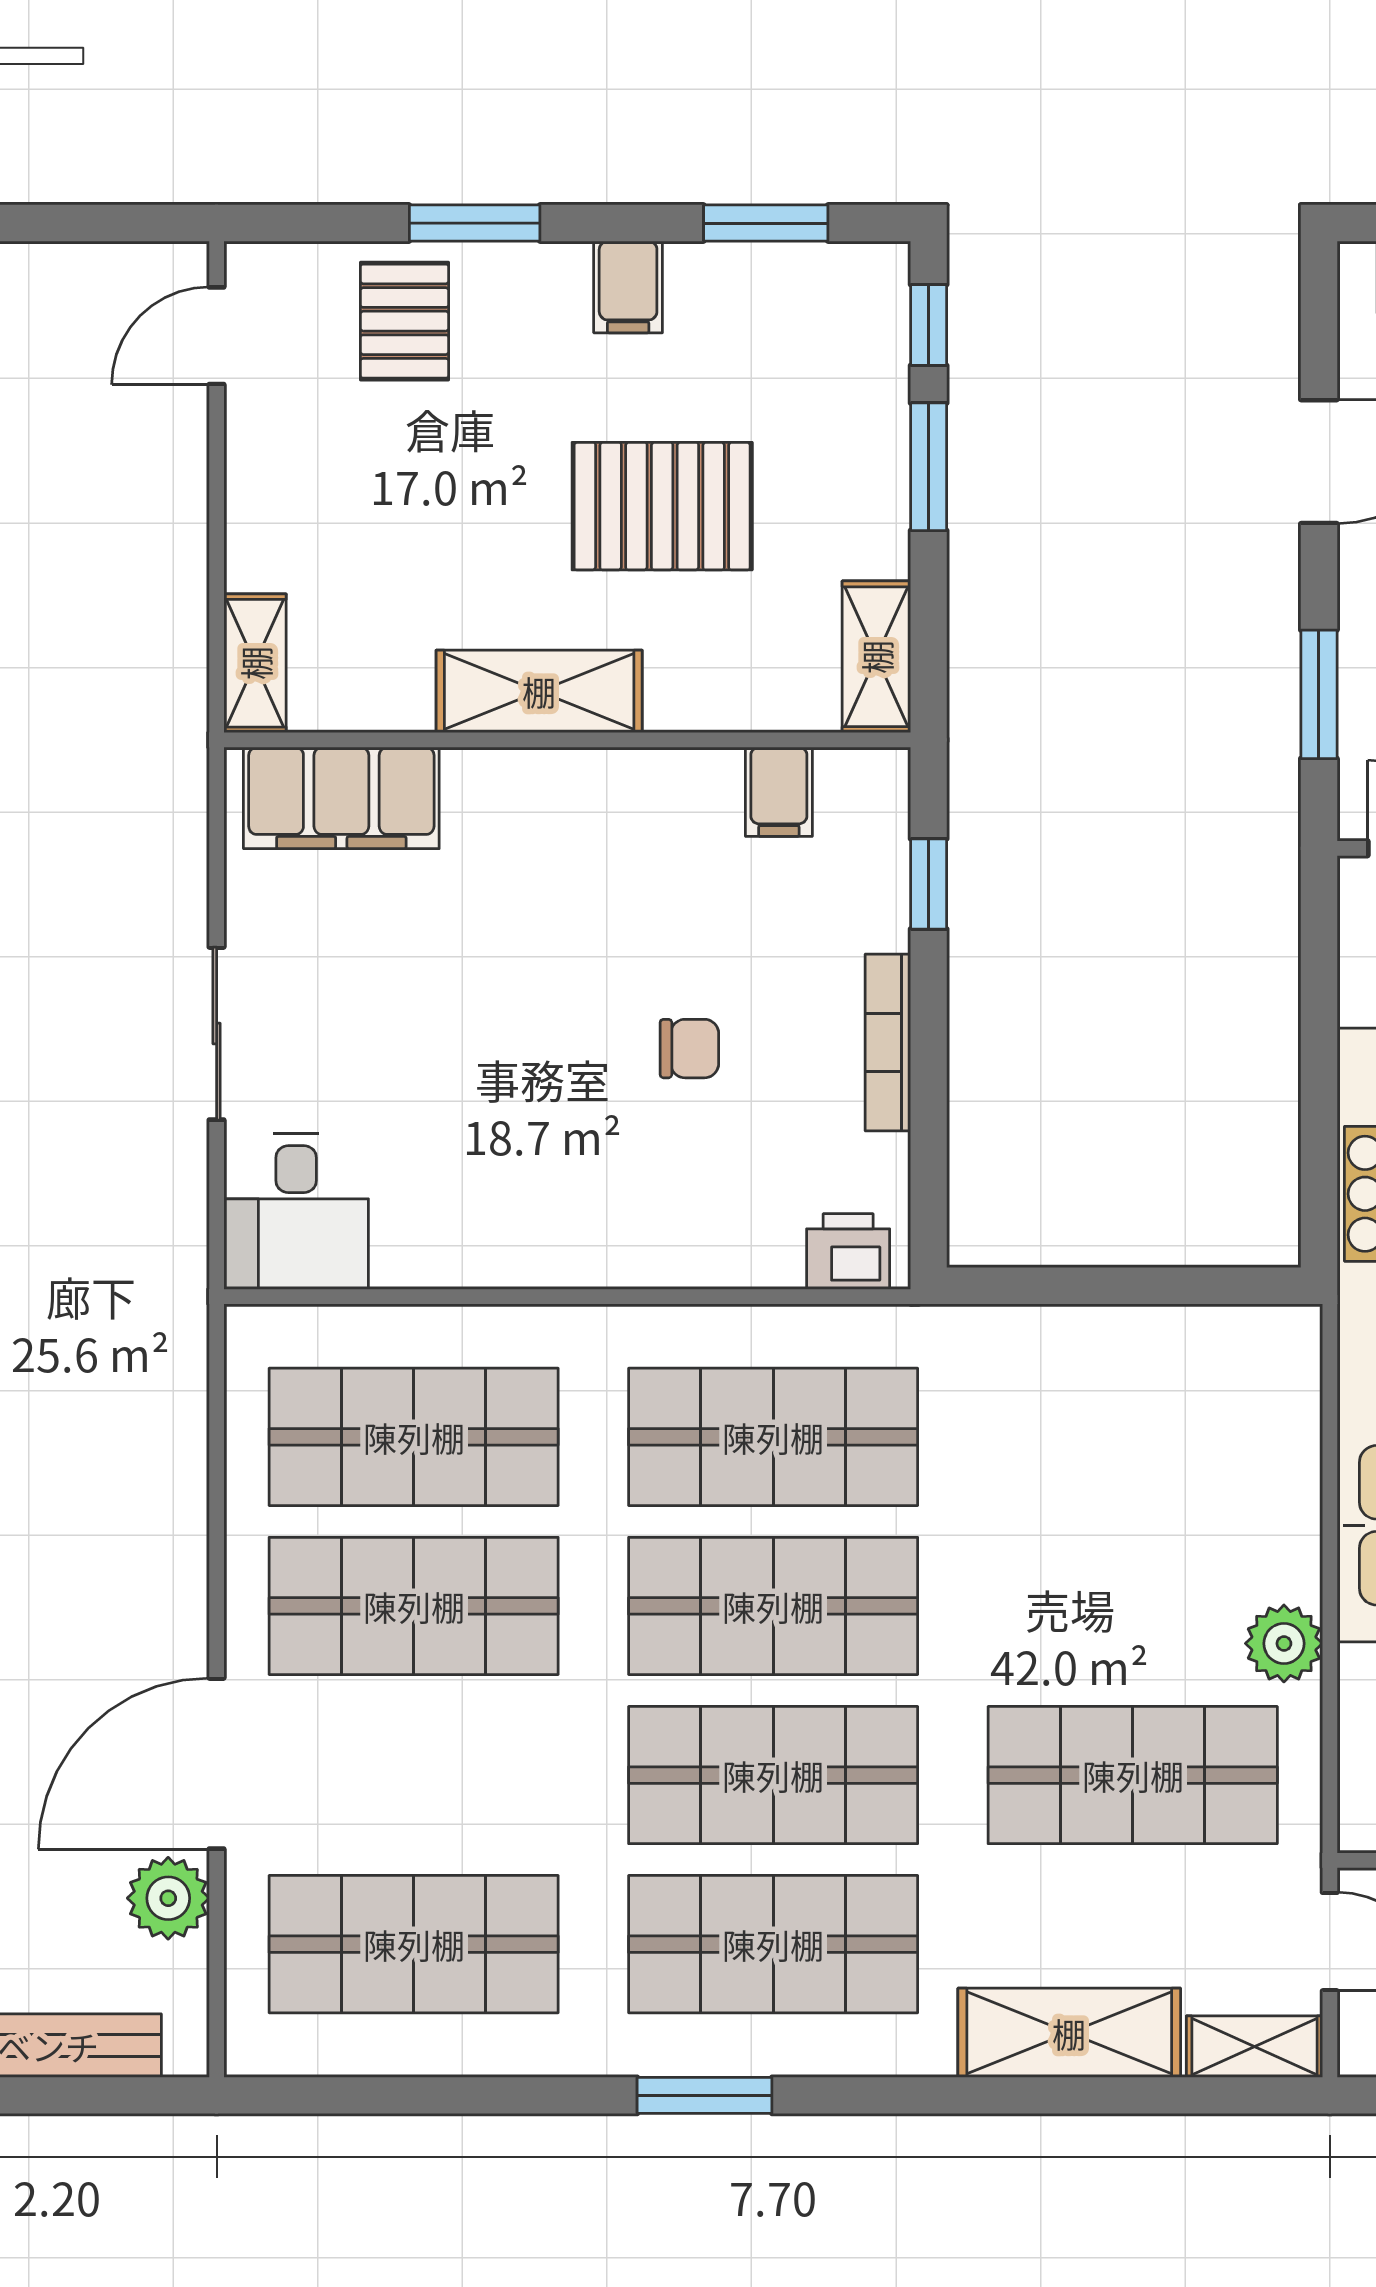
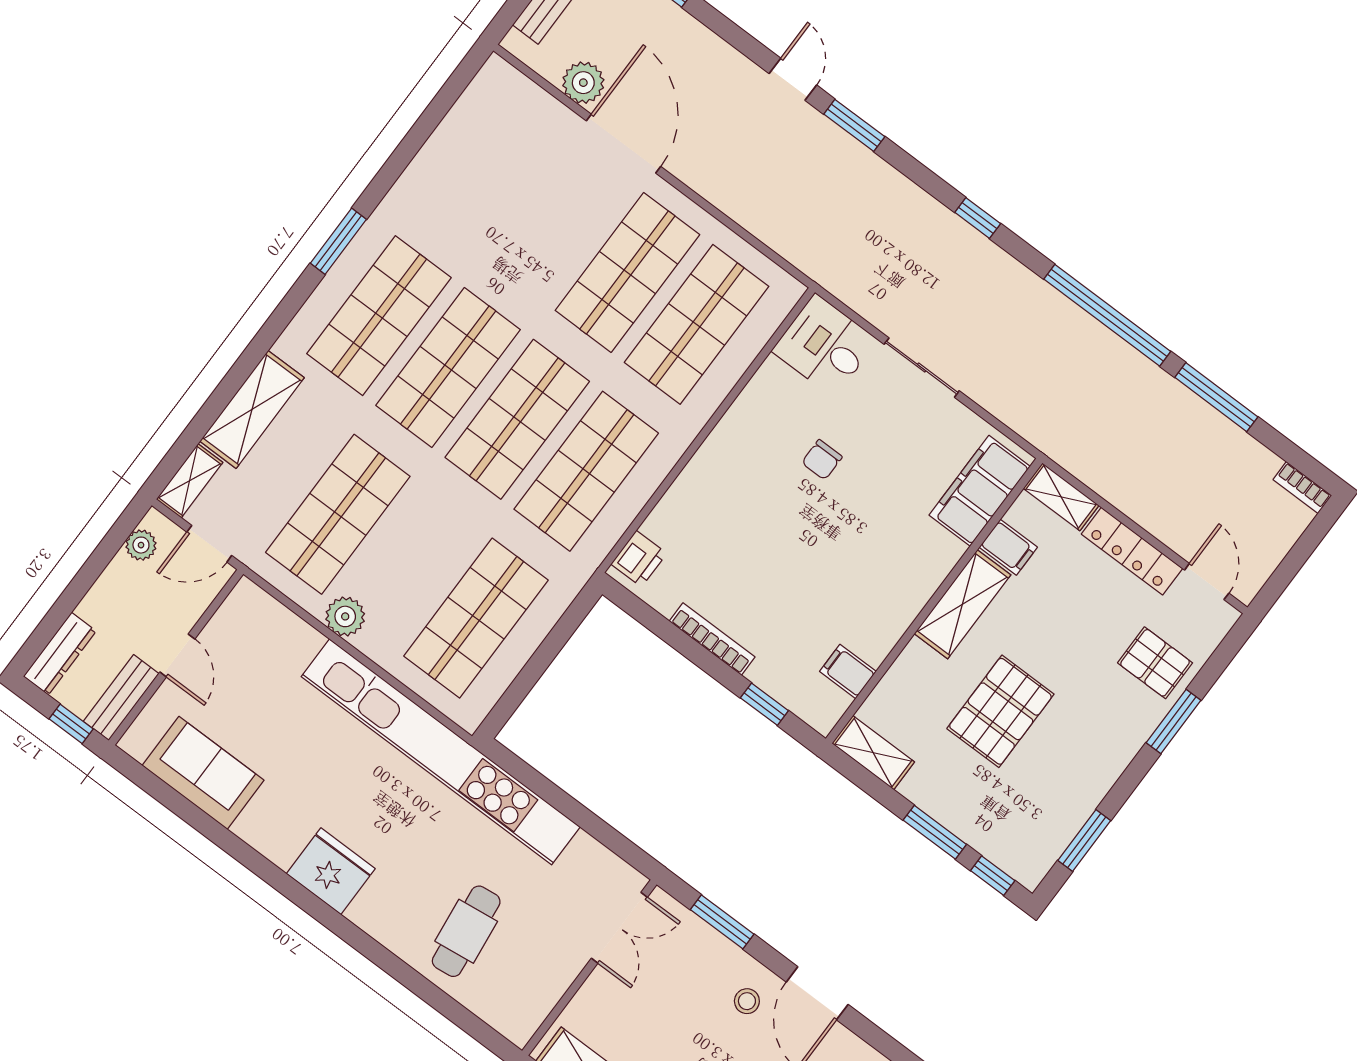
filing cabinet: (628, 287) -> (1008, 547), moved, turned 180
locker: (257, 488) -> (1132, 551), added
chair: (689, 1049) -> (822, 460), moved
shop shelf: (414, 1944) -> (476, 618), moved

